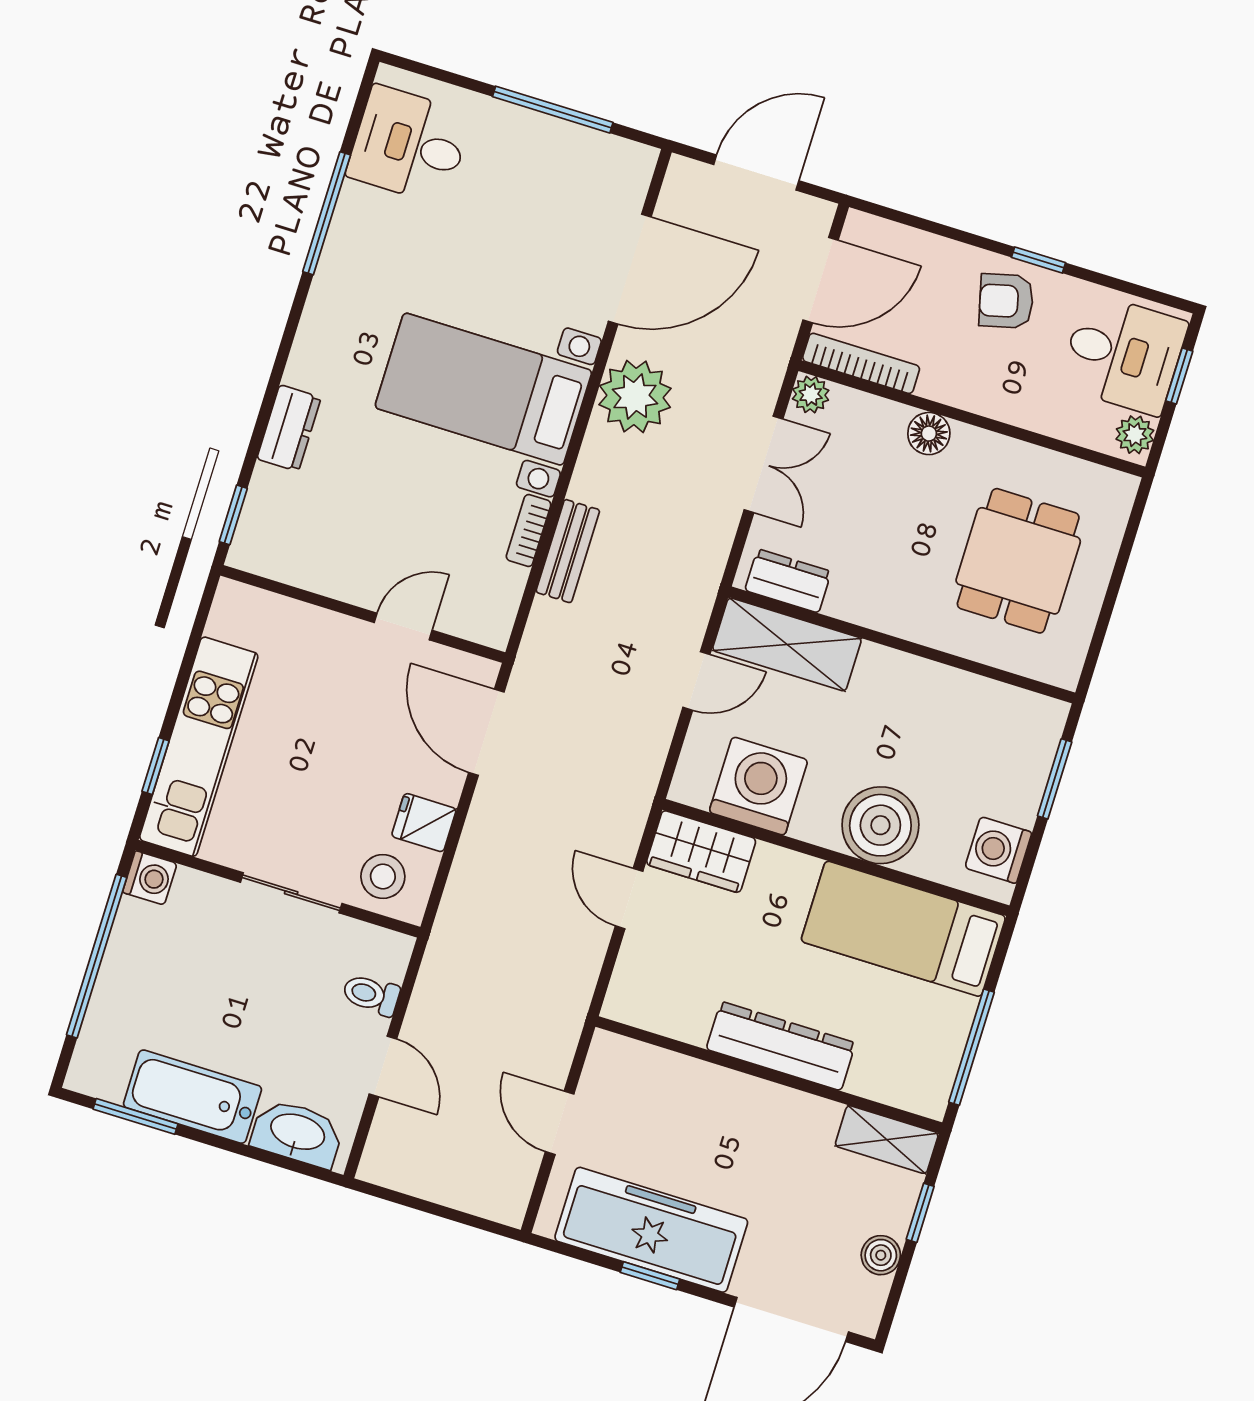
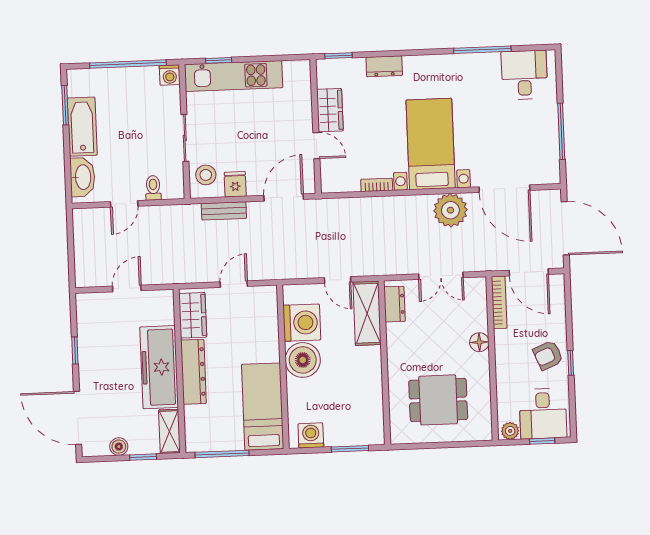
door: (756, 173) -> (565, 228), width x1.36
armchair: (1006, 301) -> (548, 355), turned -98
plant: (811, 395) -> (478, 285), removed
bench: (568, 551) -> (224, 211), moved
wardrobe: (340, 572) -> (330, 110), added
boiler: (880, 825) -> (303, 360), moved
wardrobe: (701, 852) -> (193, 315), moved, turned 180
freezer: (651, 1230) -> (159, 367), moved, turned 180

